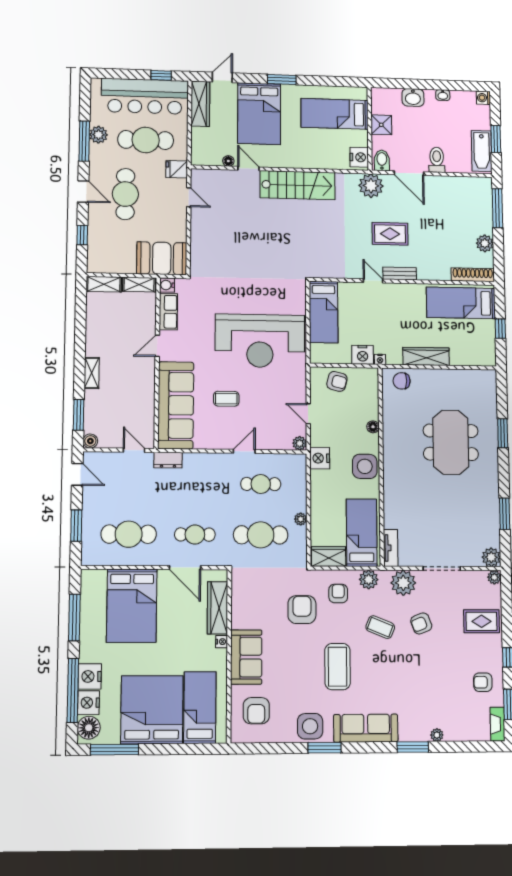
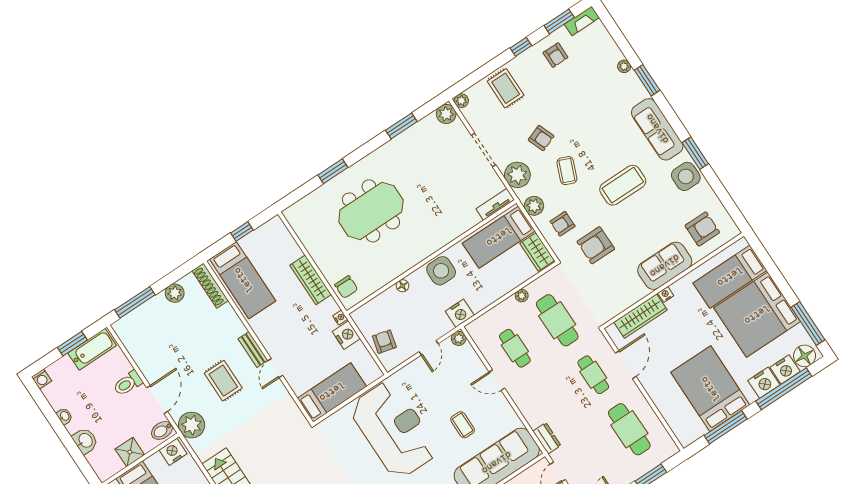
bed: (132, 606) -> (710, 389), moved, turned -90

